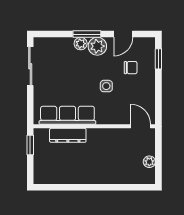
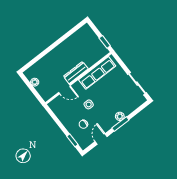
plant: (97, 46) -> (110, 122), removed
door: (141, 126) -> (64, 89), moved
dresser: (68, 135) -> (76, 73), moved

